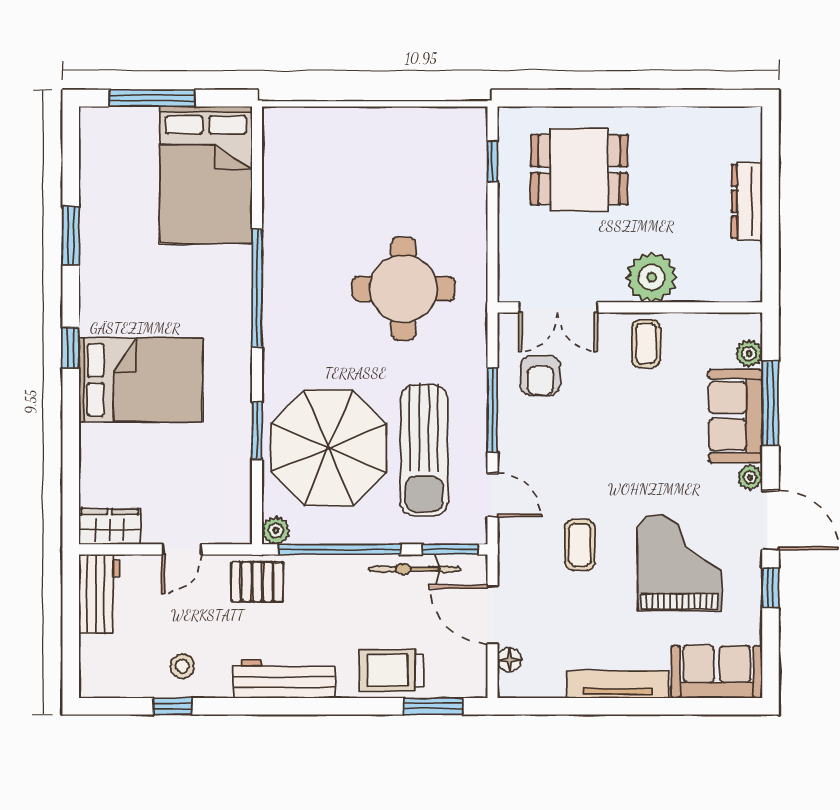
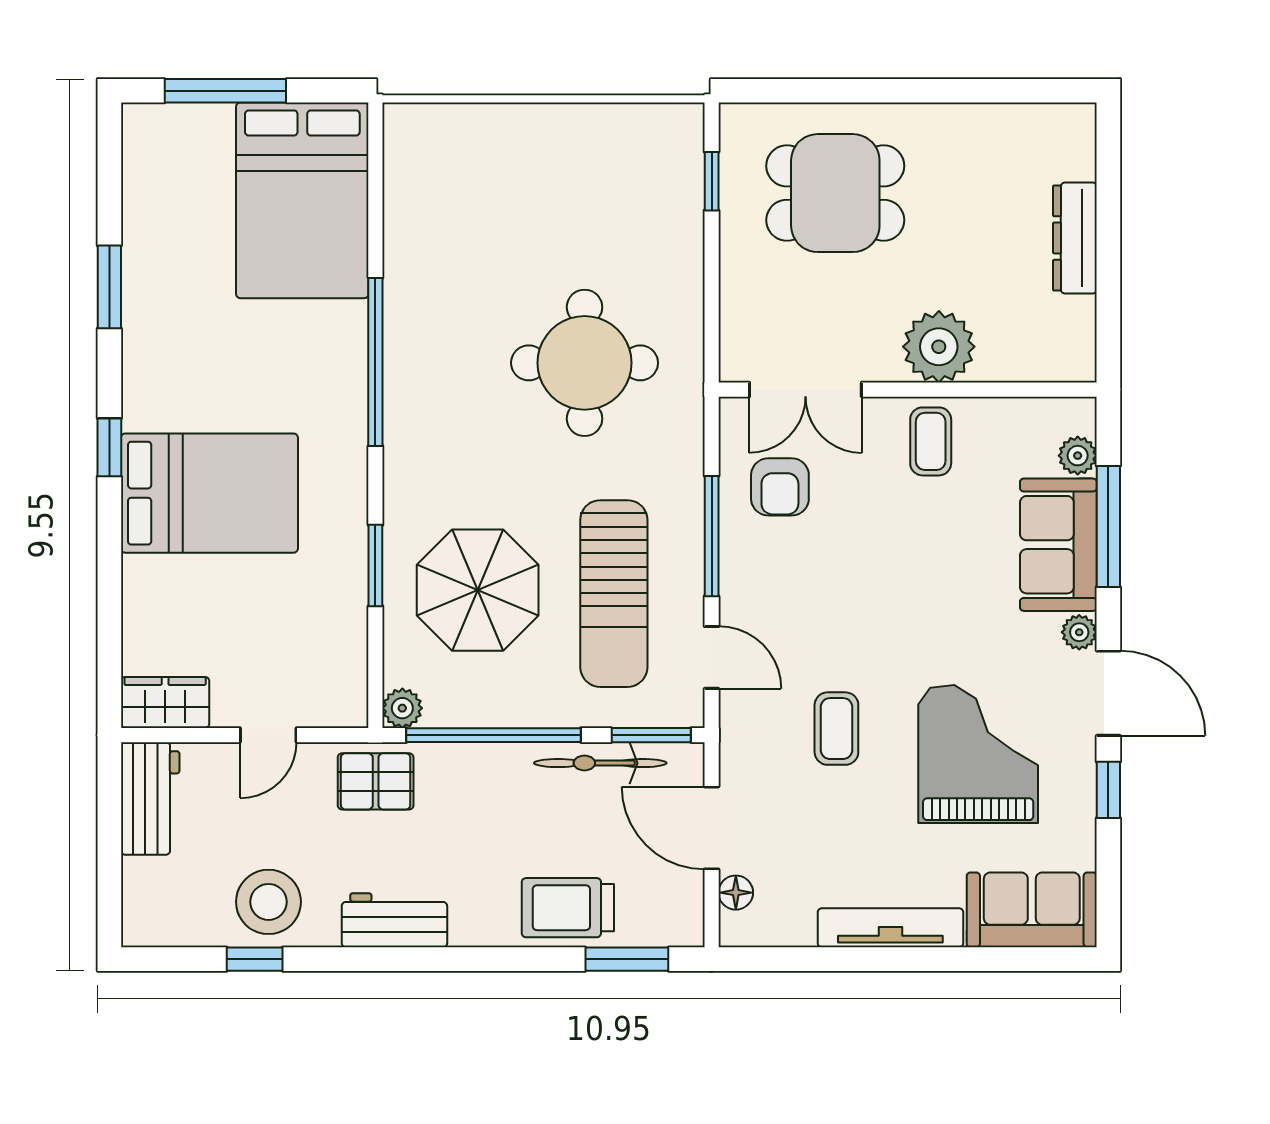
parasol: (329, 448) -> (478, 590), width x0.73, depth x0.73
stool: (182, 666) -> (268, 902), width x1.89, depth x1.89
workbench: (284, 679) -> (394, 920), width x0.73

